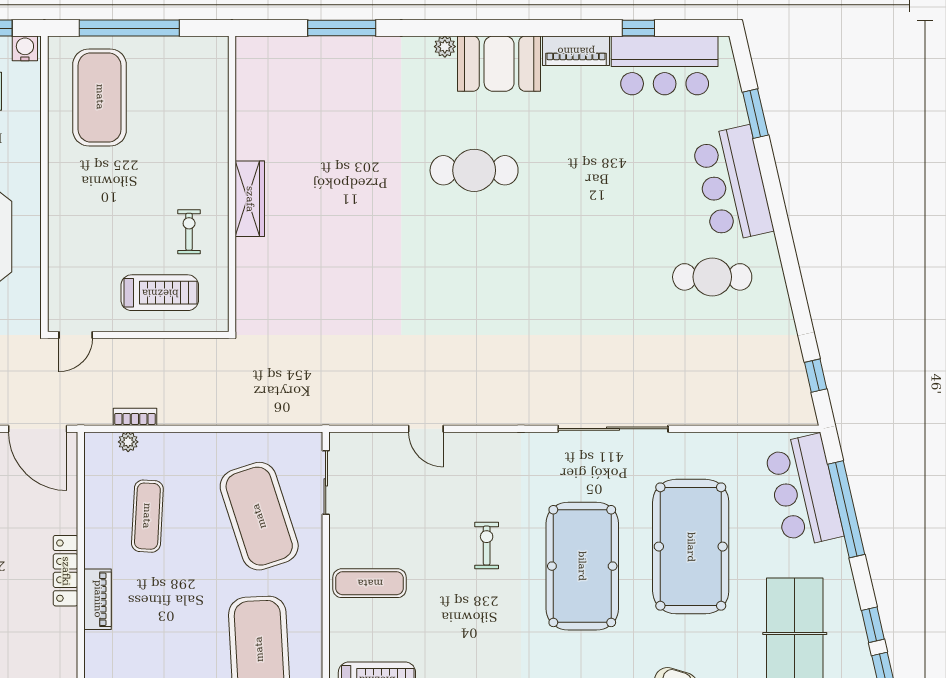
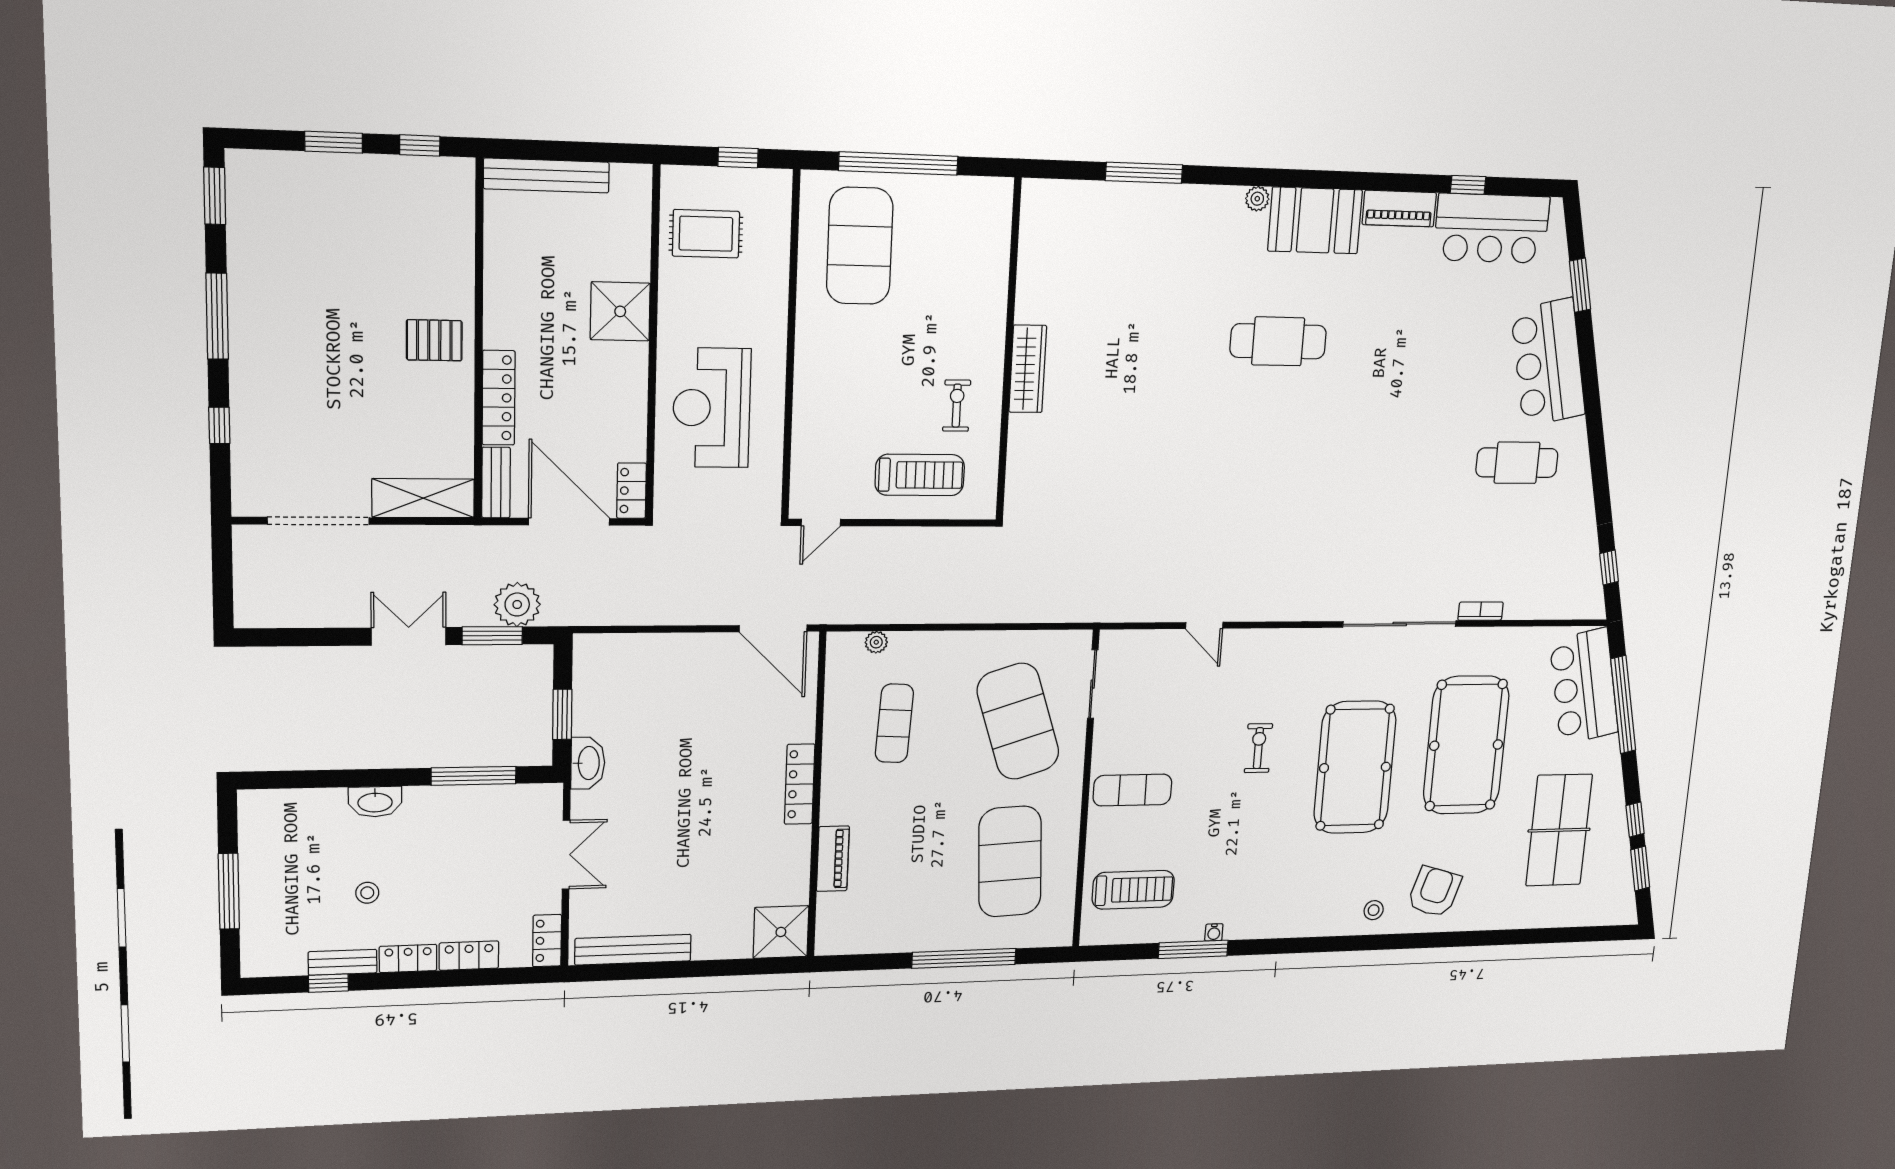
water cooler: (25, 48) -> (773, 184), removed
bookcase: (135, 417) -> (1481, 611), moved
piano: (98, 599) -> (833, 859), moved

